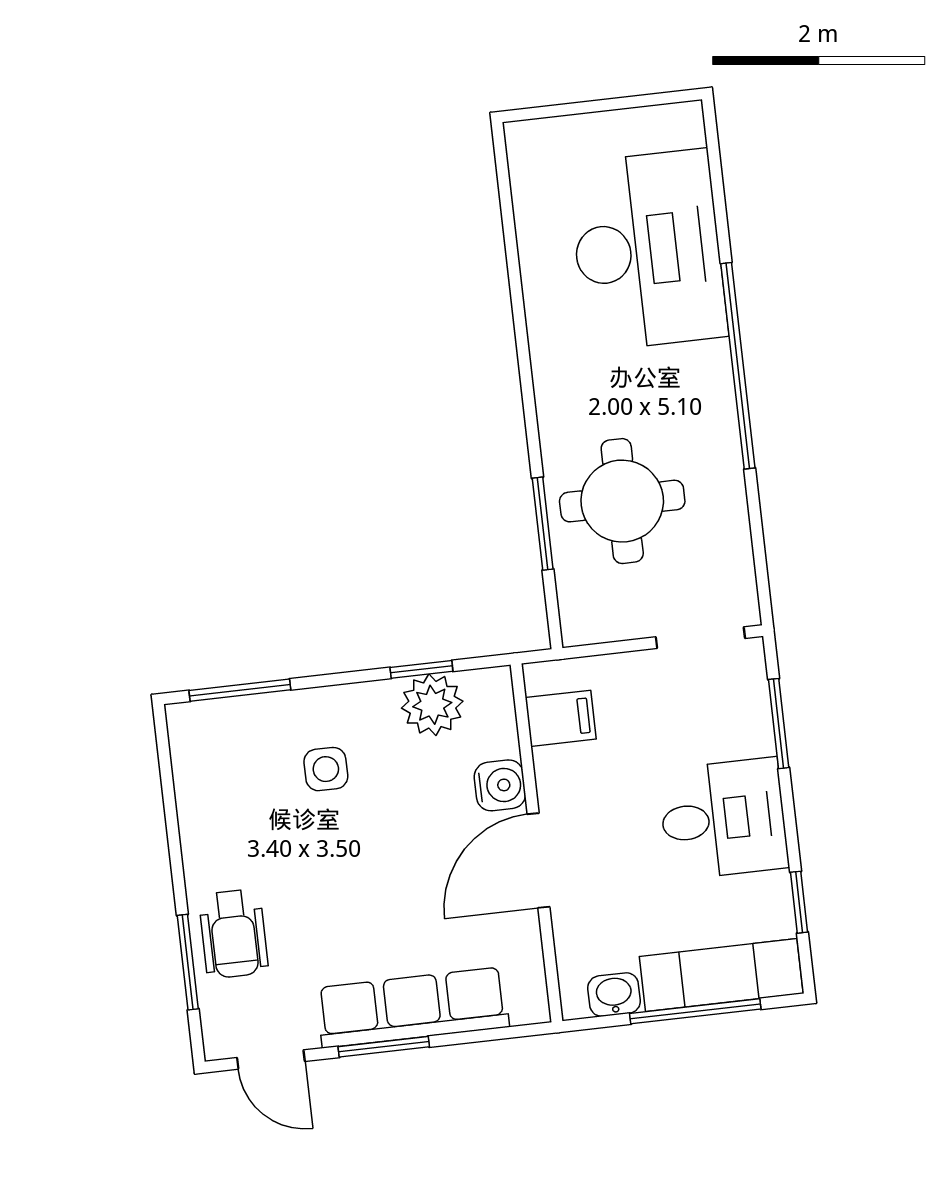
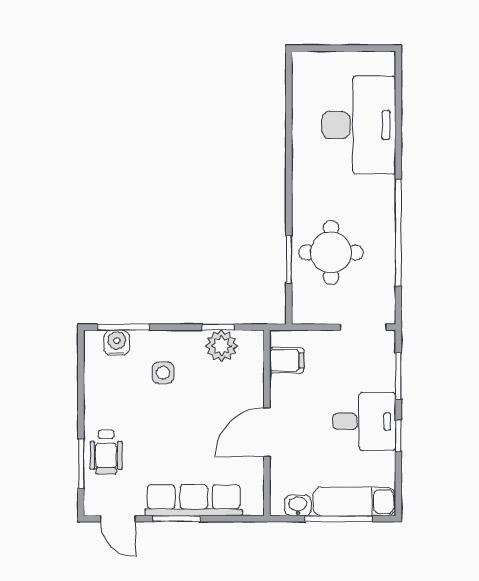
window: (738, 366) -> (398, 233), moved
water cooler: (500, 785) -> (117, 343), moved, turned -90
window: (799, 902) -> (398, 436), moved

